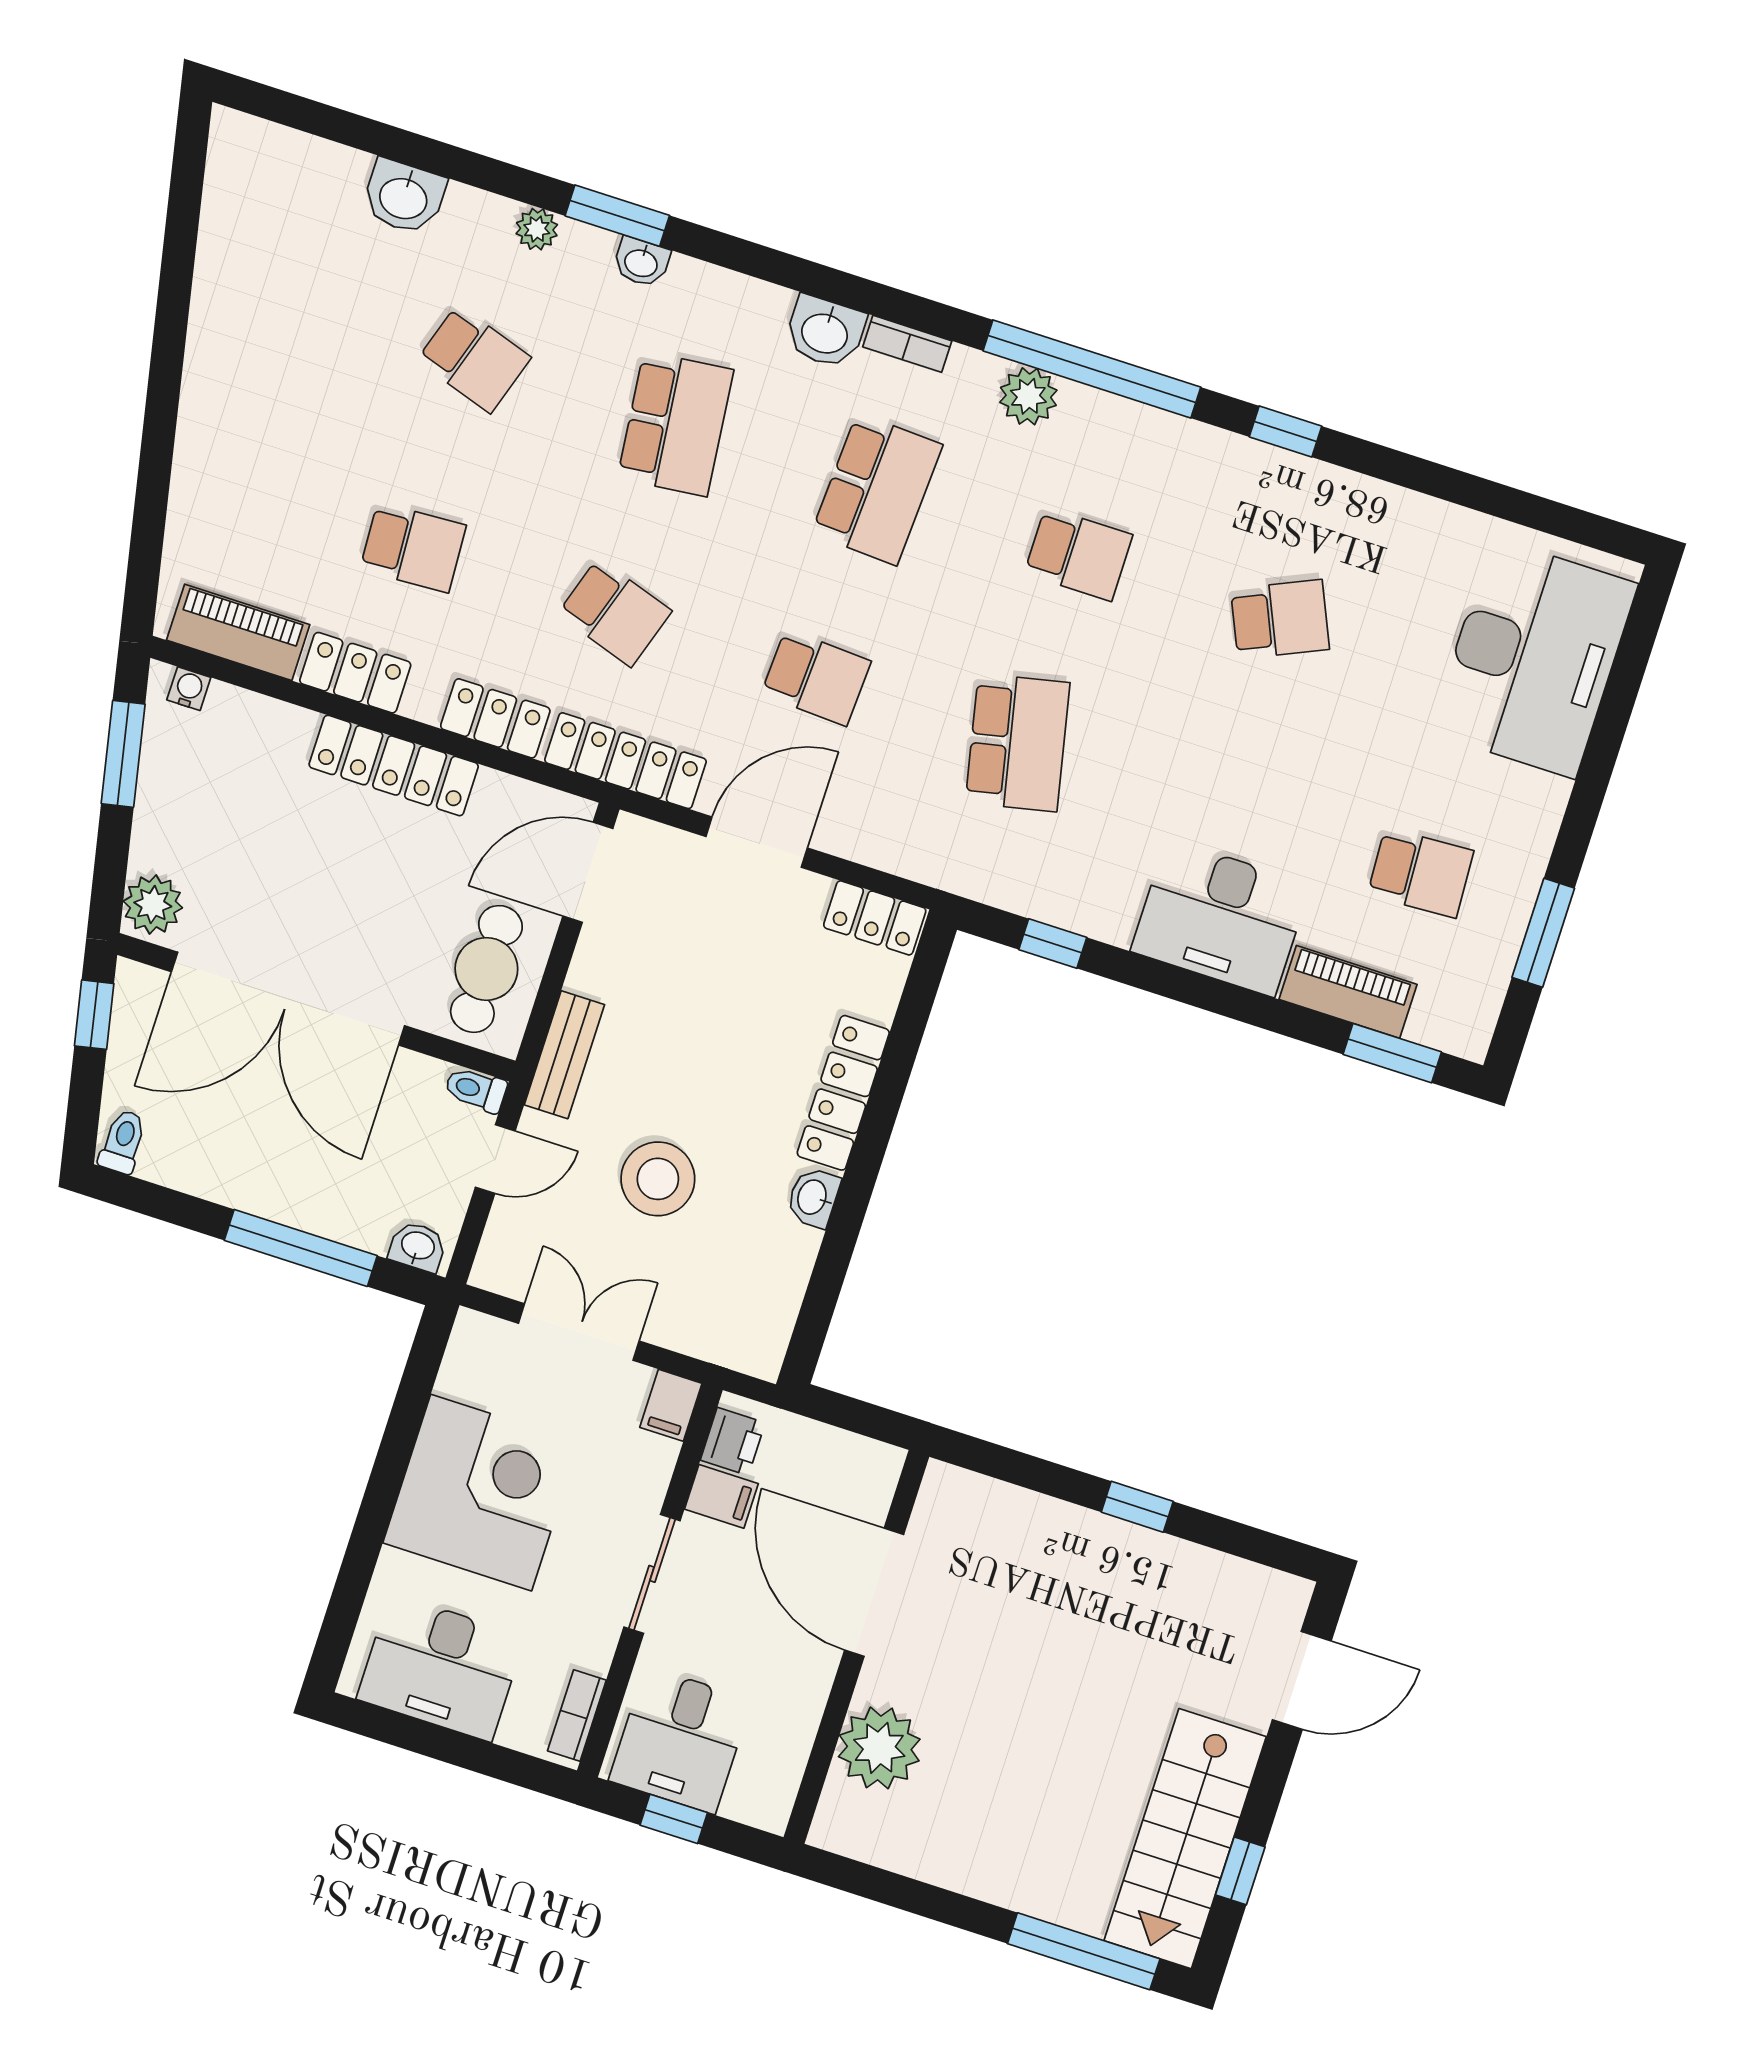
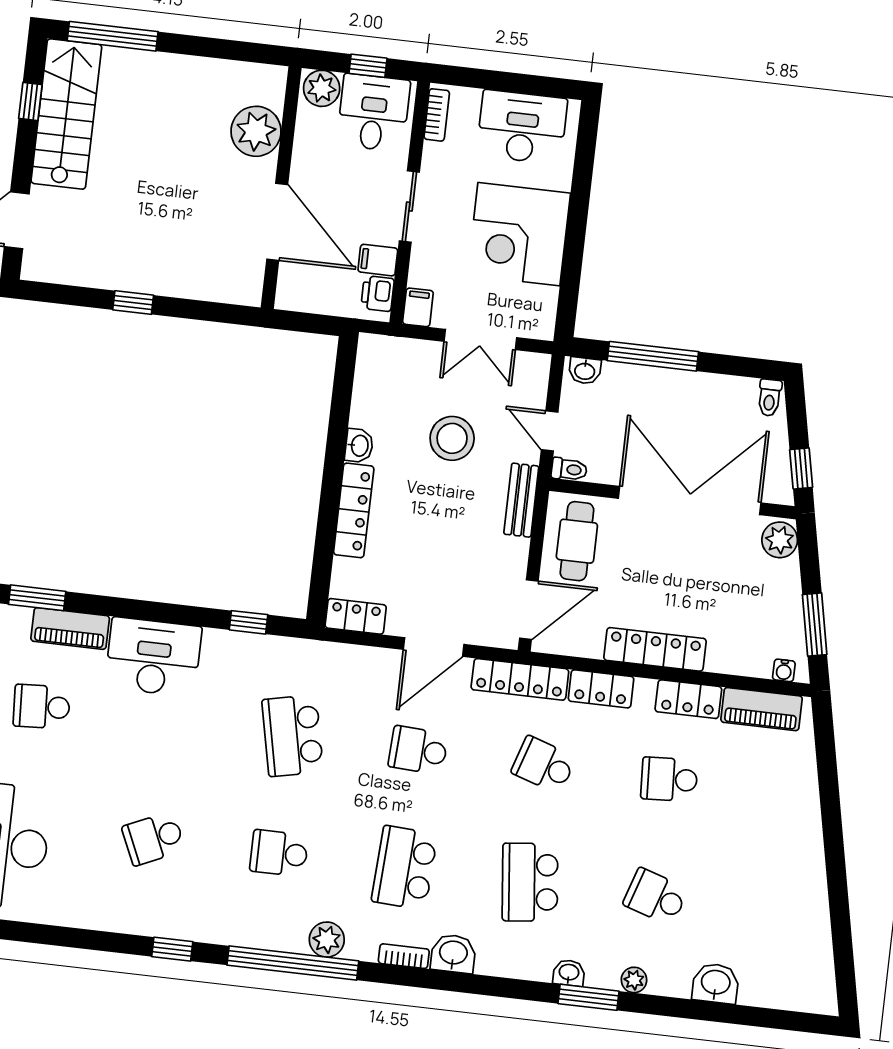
door: (495, 1159) -> (550, 431), hinge flipped
plant: (757, 1797) -> (322, 88), added

